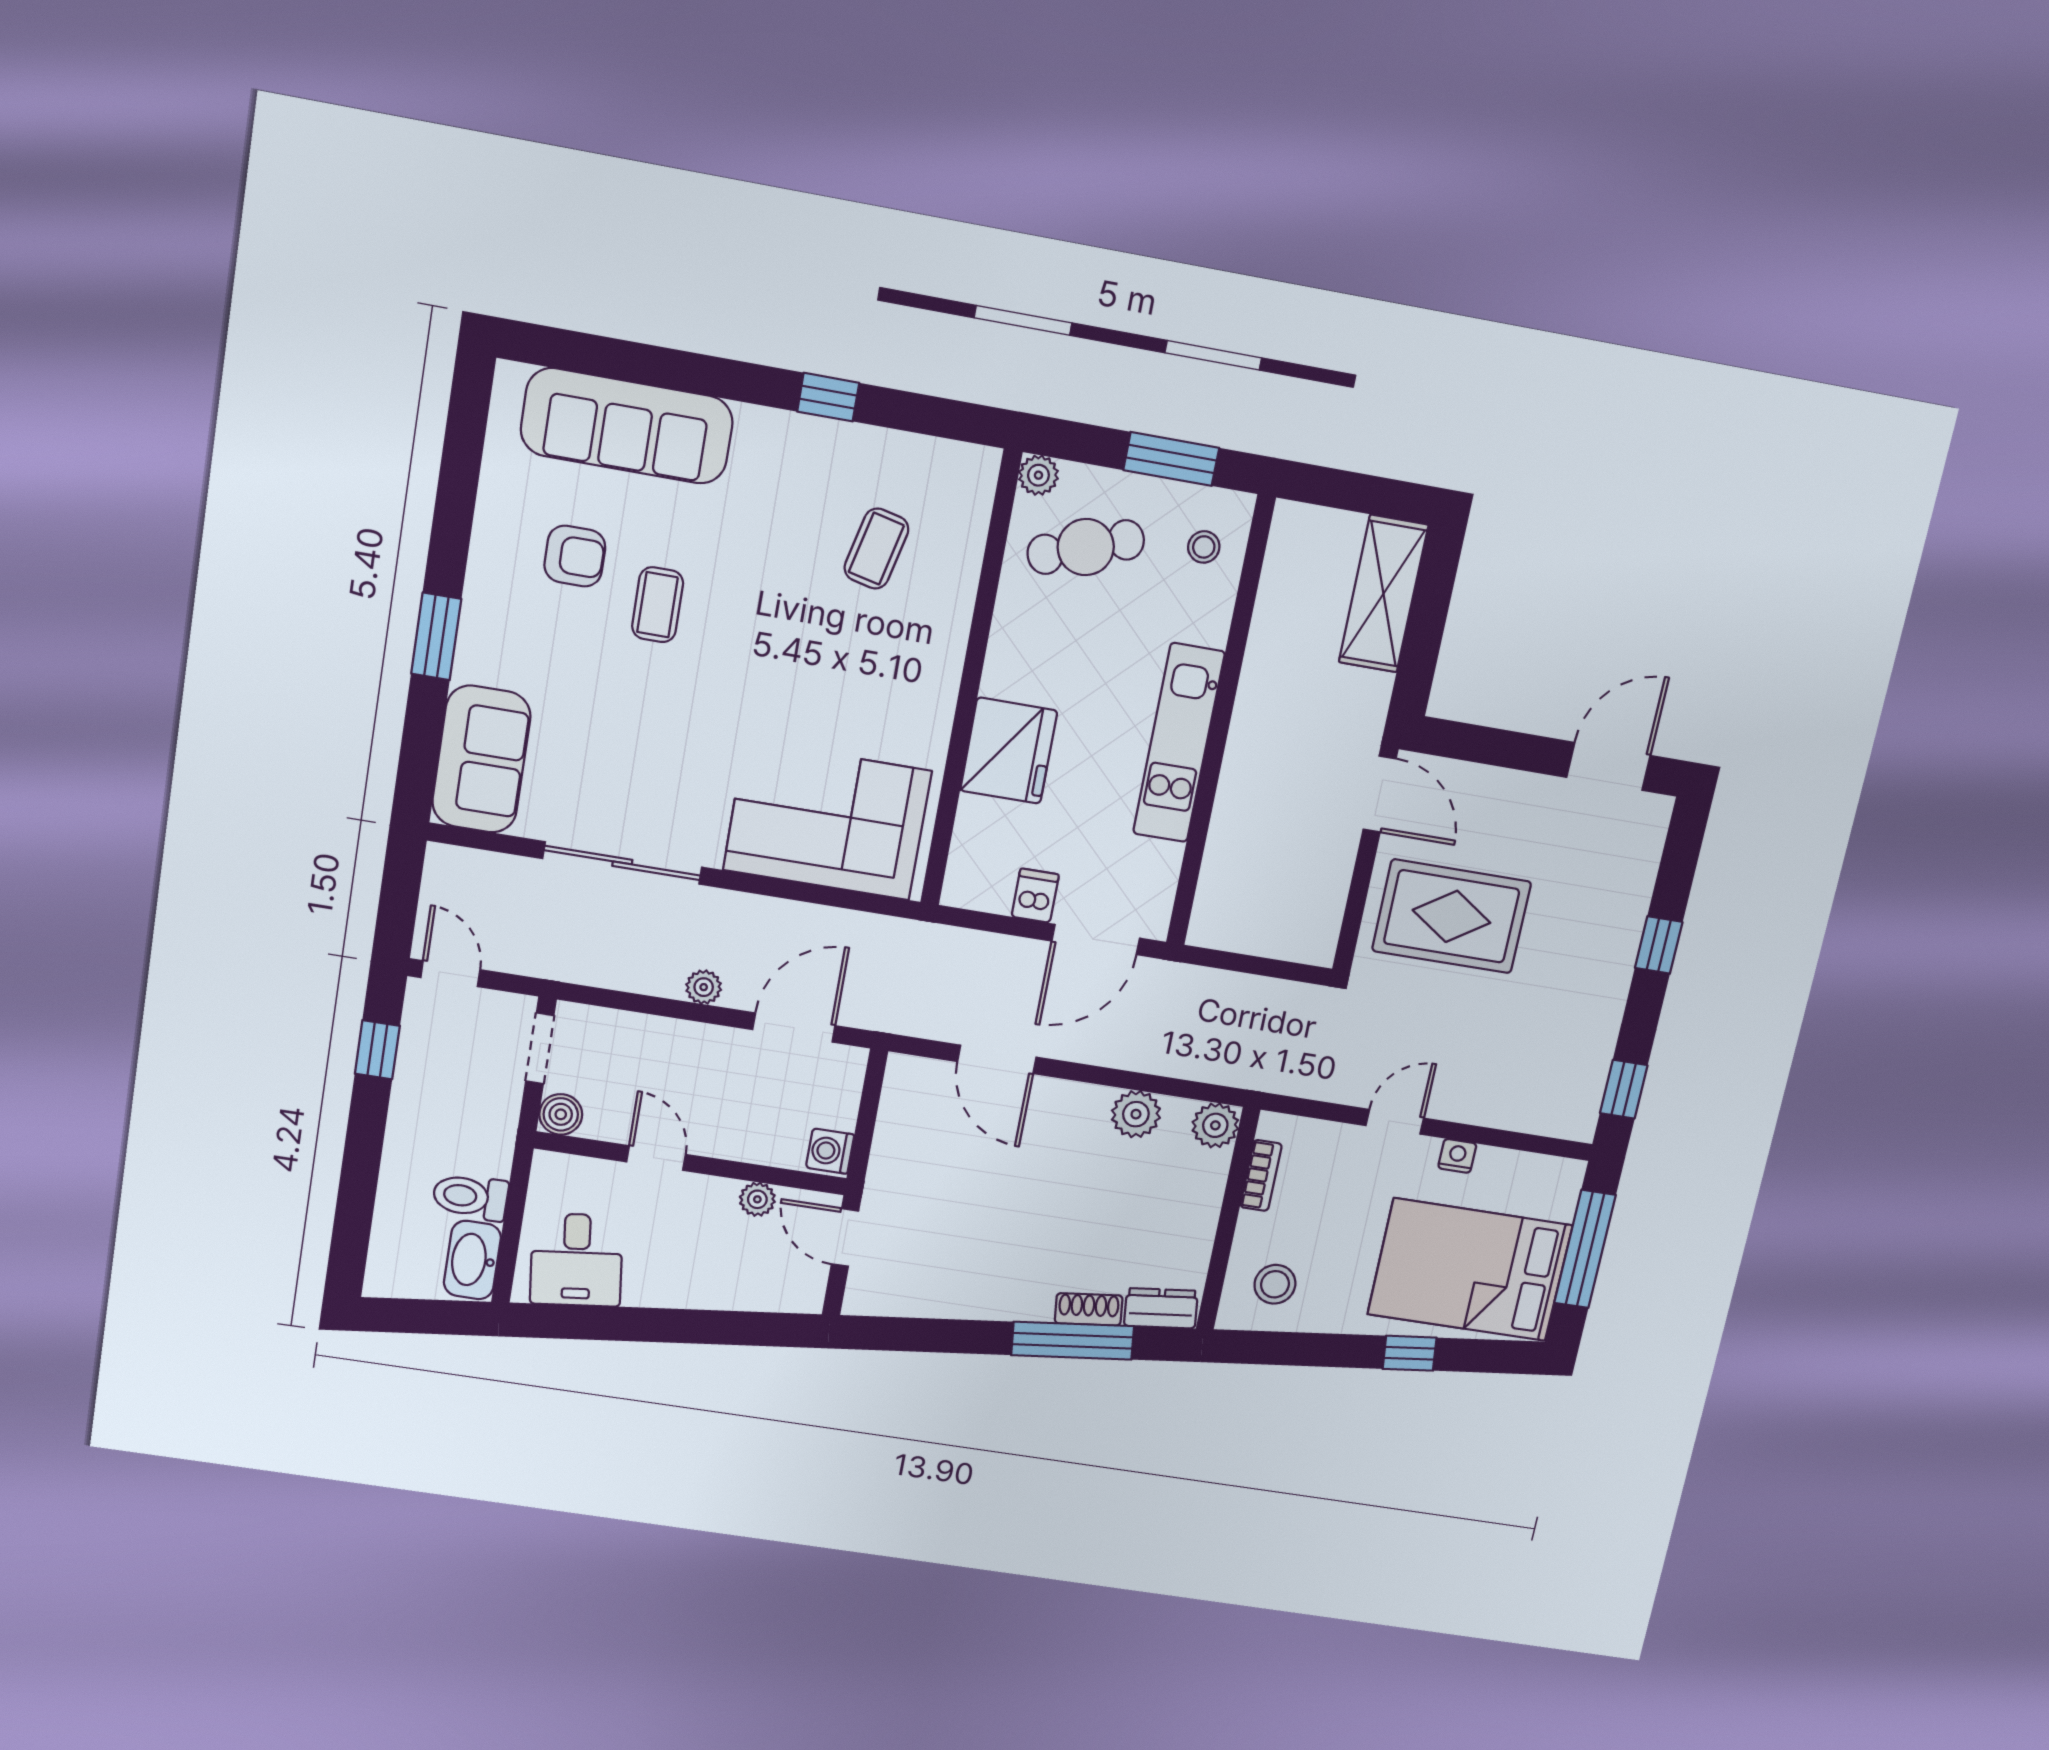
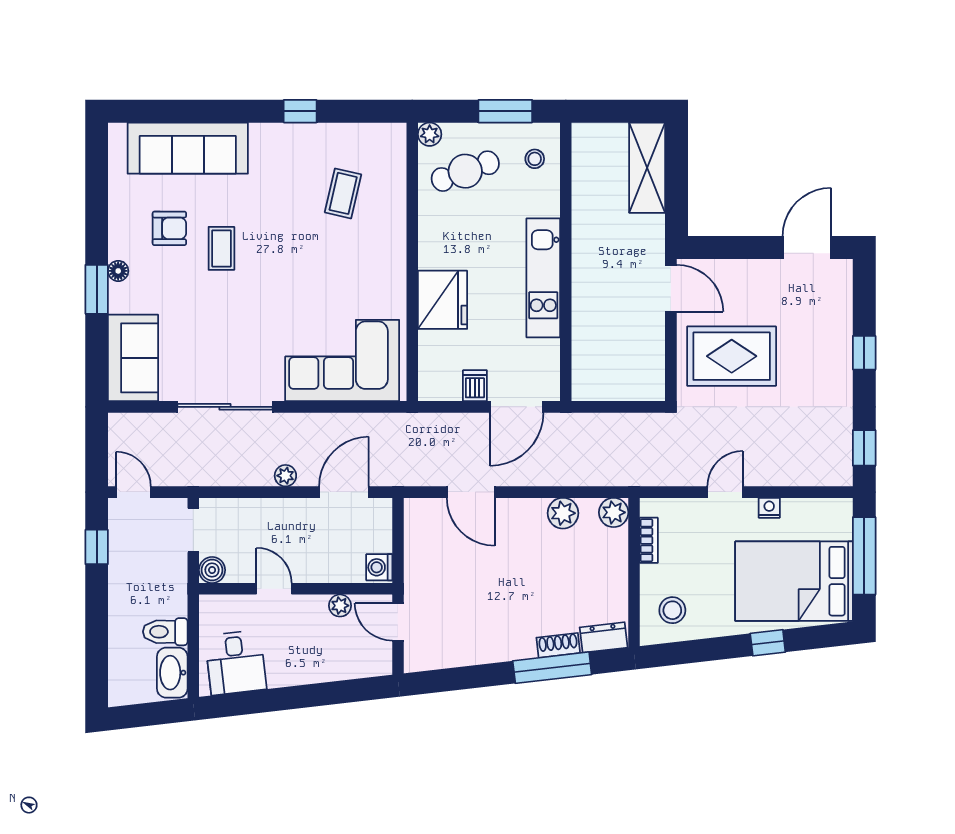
floor lamp: (477, 612) -> (118, 271), added

